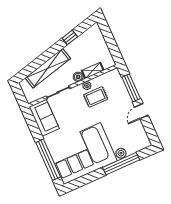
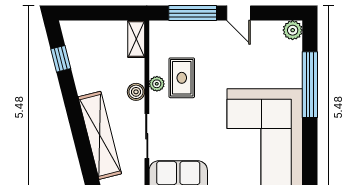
window: (70, 37) -> (61, 59), moved
shelving: (93, 70) -> (136, 39), moved
plant: (121, 153) -> (293, 30), moved

